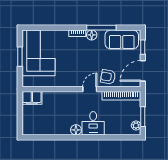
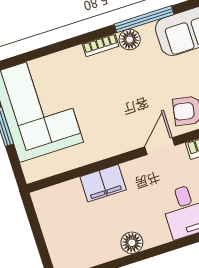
filing cabinet: (32, 98) -> (103, 183), moved
floor lamp: (76, 130) -> (132, 243), moved

